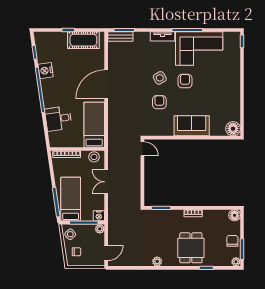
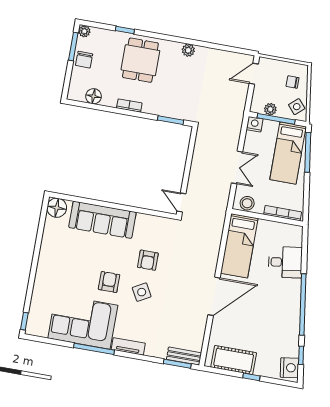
nightstand: (46, 71) -> (289, 368), moved
armchair: (185, 81) -> (109, 282), turned 180
sofa: (192, 126) -> (102, 220), width x1.36
floor lamp: (235, 215) -> (94, 96), moved
plant: (100, 229) -> (270, 109), moved

